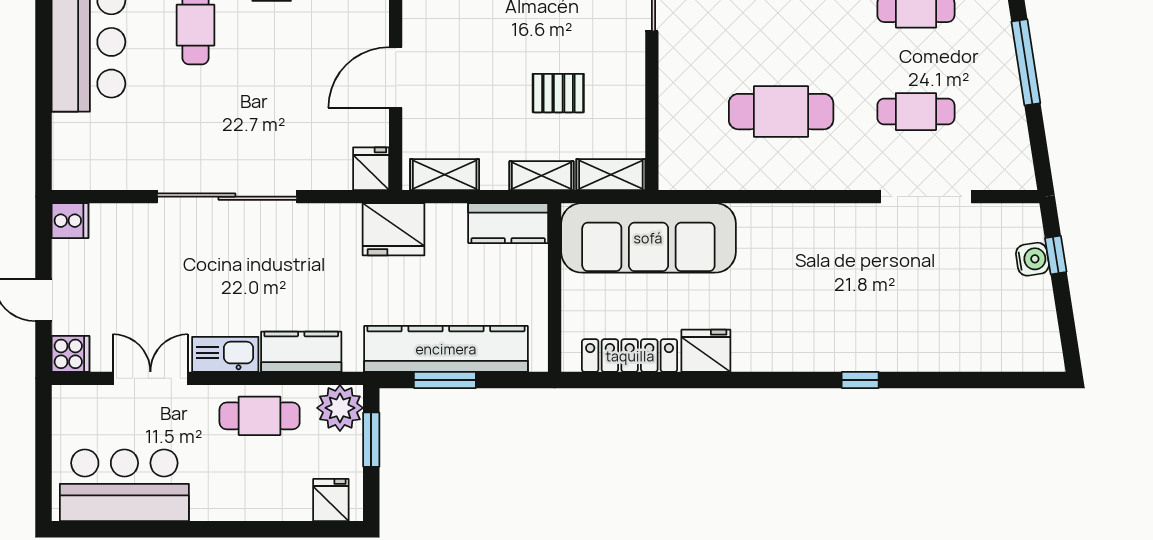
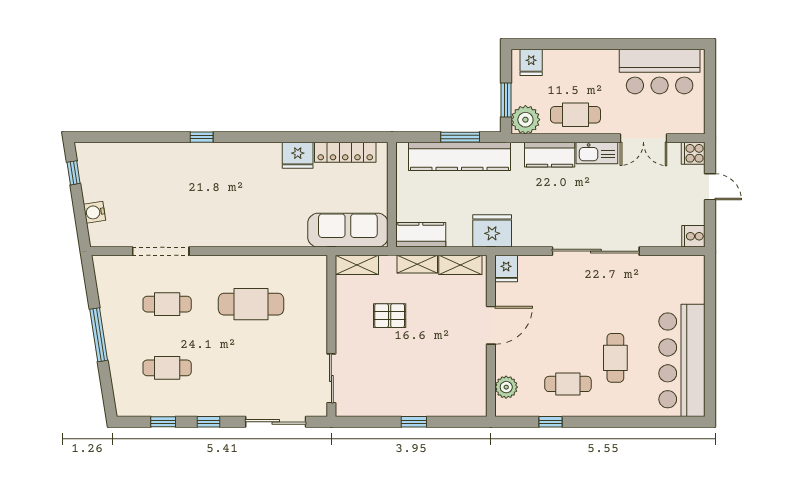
shelving: (542, 176) -> (417, 264), moved
sofa: (648, 238) -> (348, 230), width x0.74, depth x0.79
window: (1056, 255) -> (74, 173), moved

